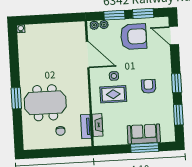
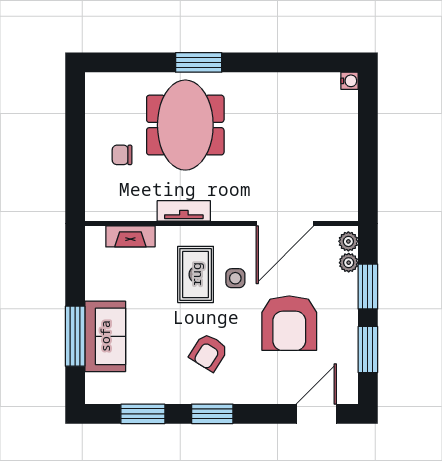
armchair: (134, 37) -> (289, 323), moved
armchair: (149, 86) -> (209, 352), turned 122
tv unit: (86, 126) -> (184, 211), moved

